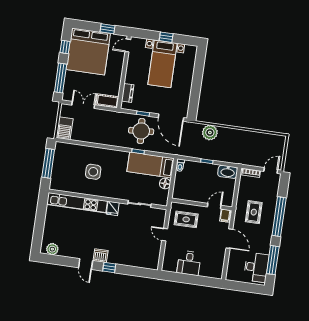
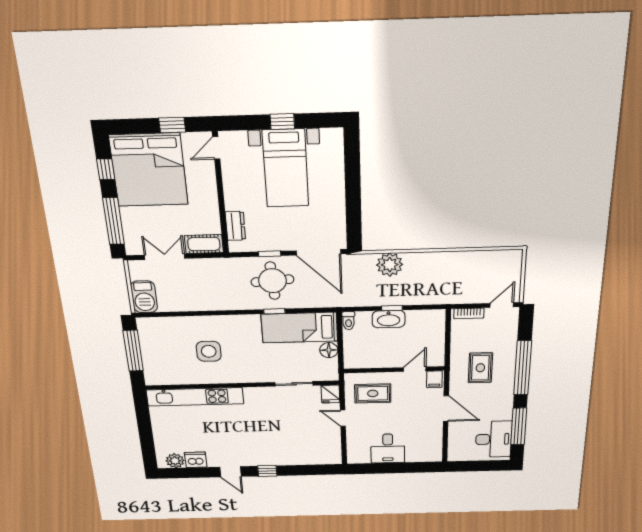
washbasin: (228, 172) -> (389, 319), moved
fridge: (113, 208) -> (330, 394), moved
dishwasher: (101, 256) -> (196, 460), moved

